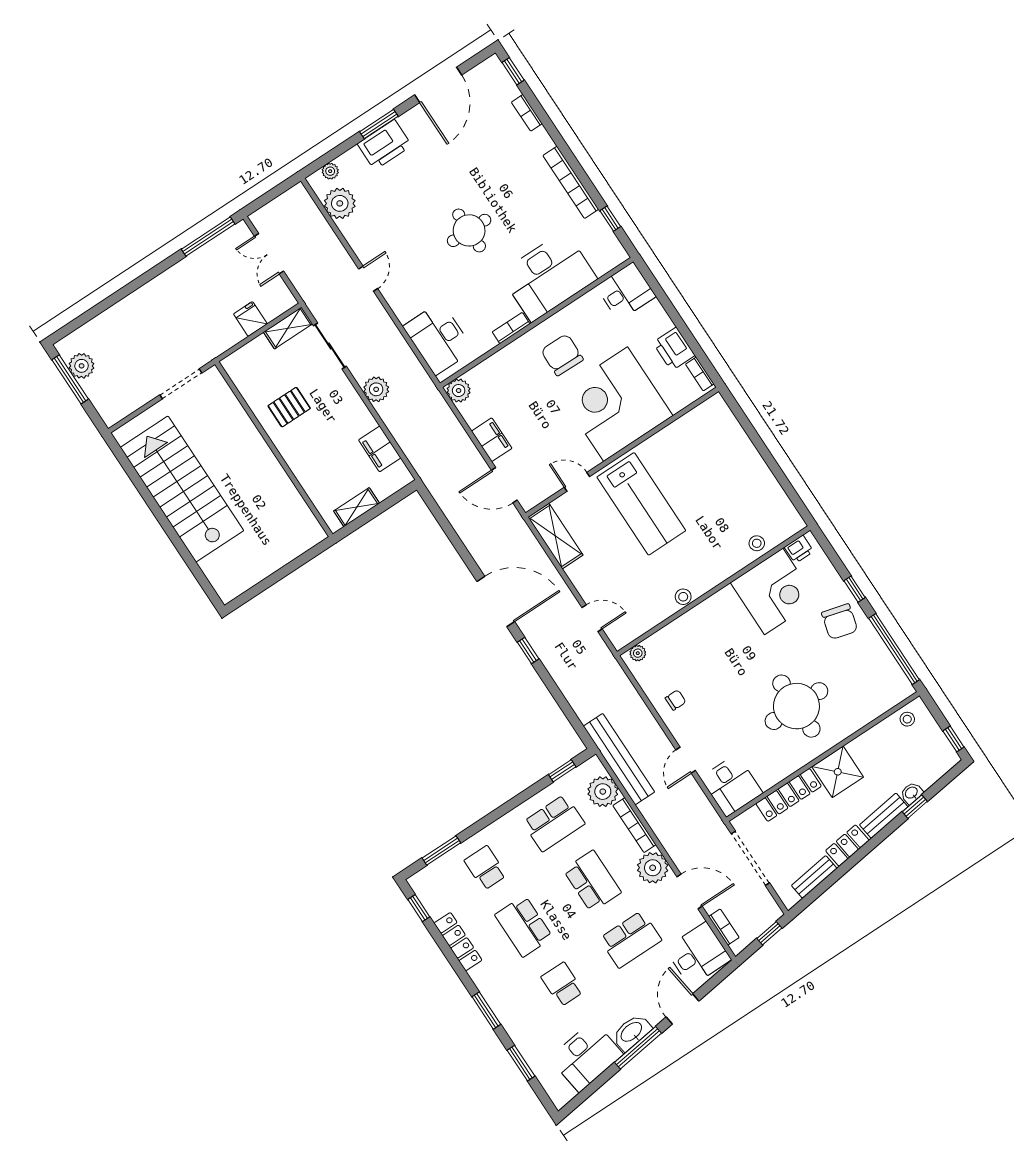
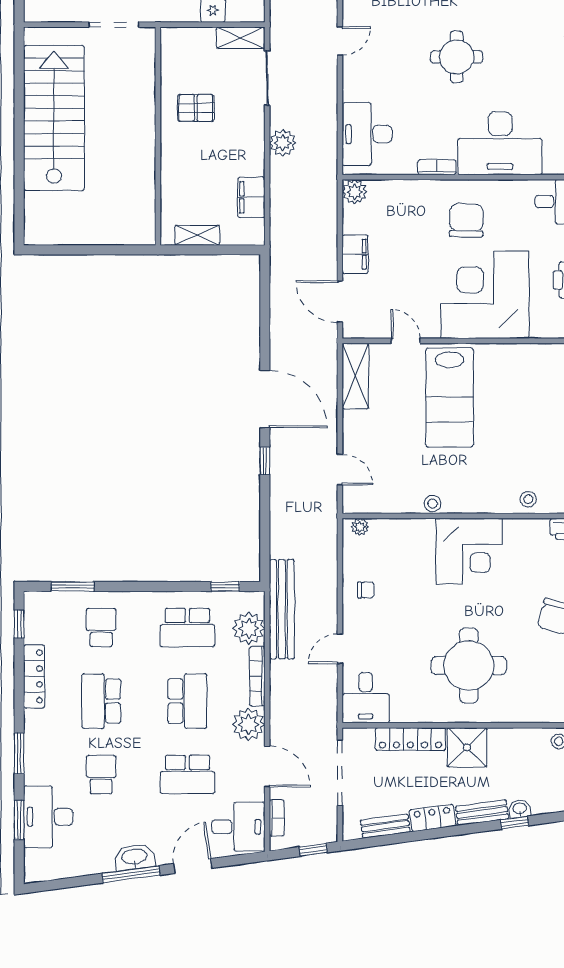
corner desk: (774, 591) -> (469, 551), moved
desk: (586, 1056) -> (48, 817), moved, turned 98

